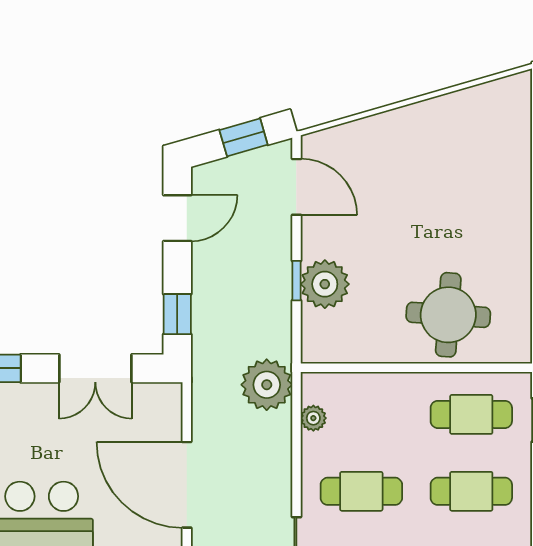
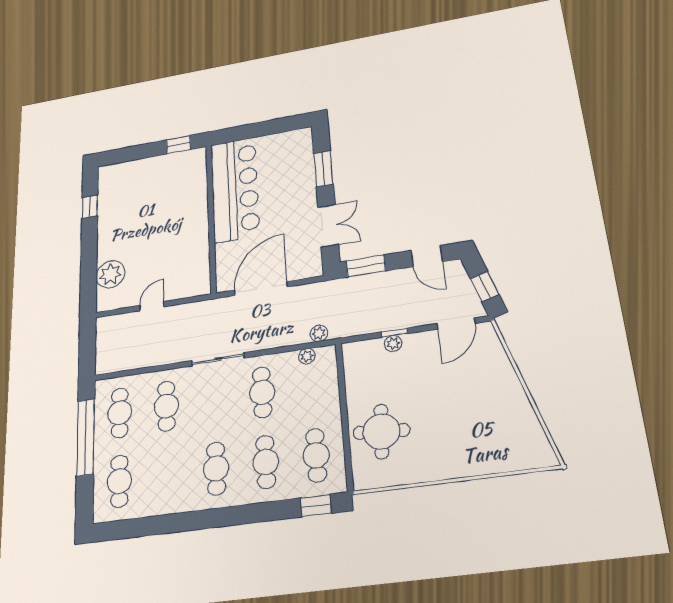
plant: (325, 284) -> (393, 343), width x0.53, depth x0.53
window: (177, 314) -> (366, 266), width x1.50
double door: (95, 368) -> (328, 226), swing flipped
plant: (267, 385) -> (319, 333), width x0.53, depth x0.53

